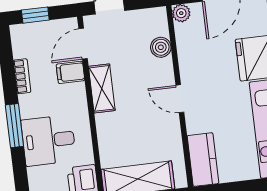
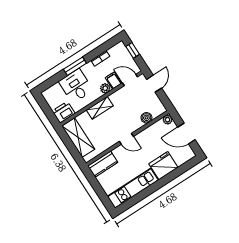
shelving: (102, 88) -> (100, 108), moved
plant: (77, 93) -> (105, 88), added
door: (180, 99) -> (126, 139), swing flipped

